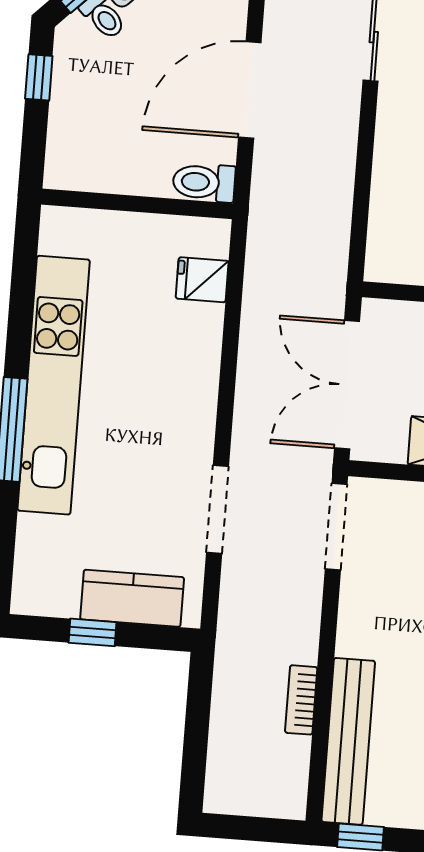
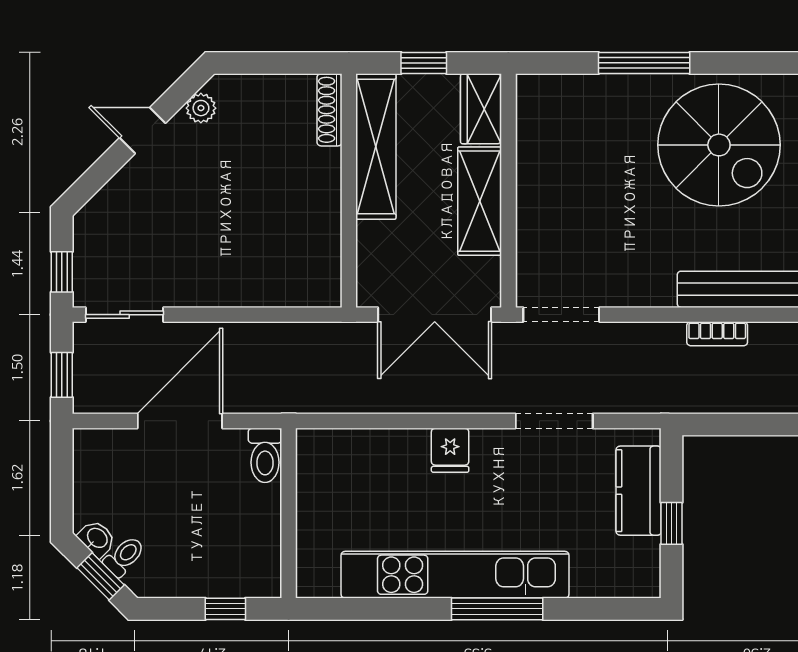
window: (39, 77) -> (225, 609), moved
door: (250, 90) -> (180, 421), swing flipped
fridge: (202, 280) -> (450, 450), moved

